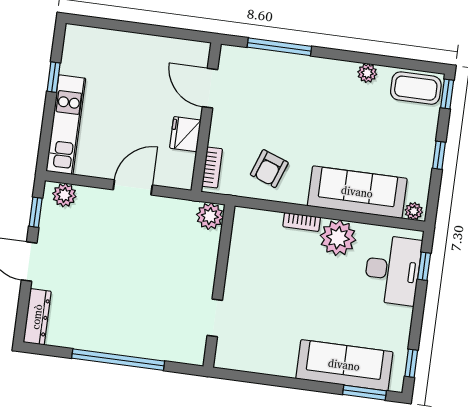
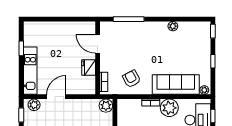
coffee table: (416, 88) -> (197, 30), removed
armchair: (269, 169) -> (132, 79), turned 132
door: (133, 187) -> (56, 97), moved

